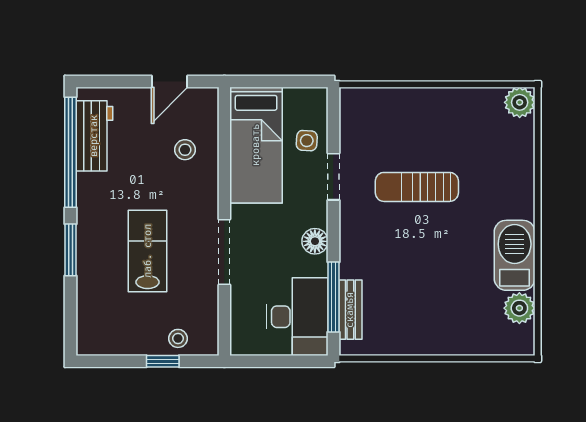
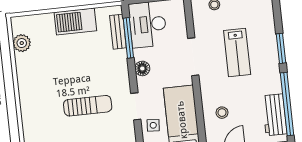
barbecue: (515, 255) -> (75, 21), moved, turned 90

